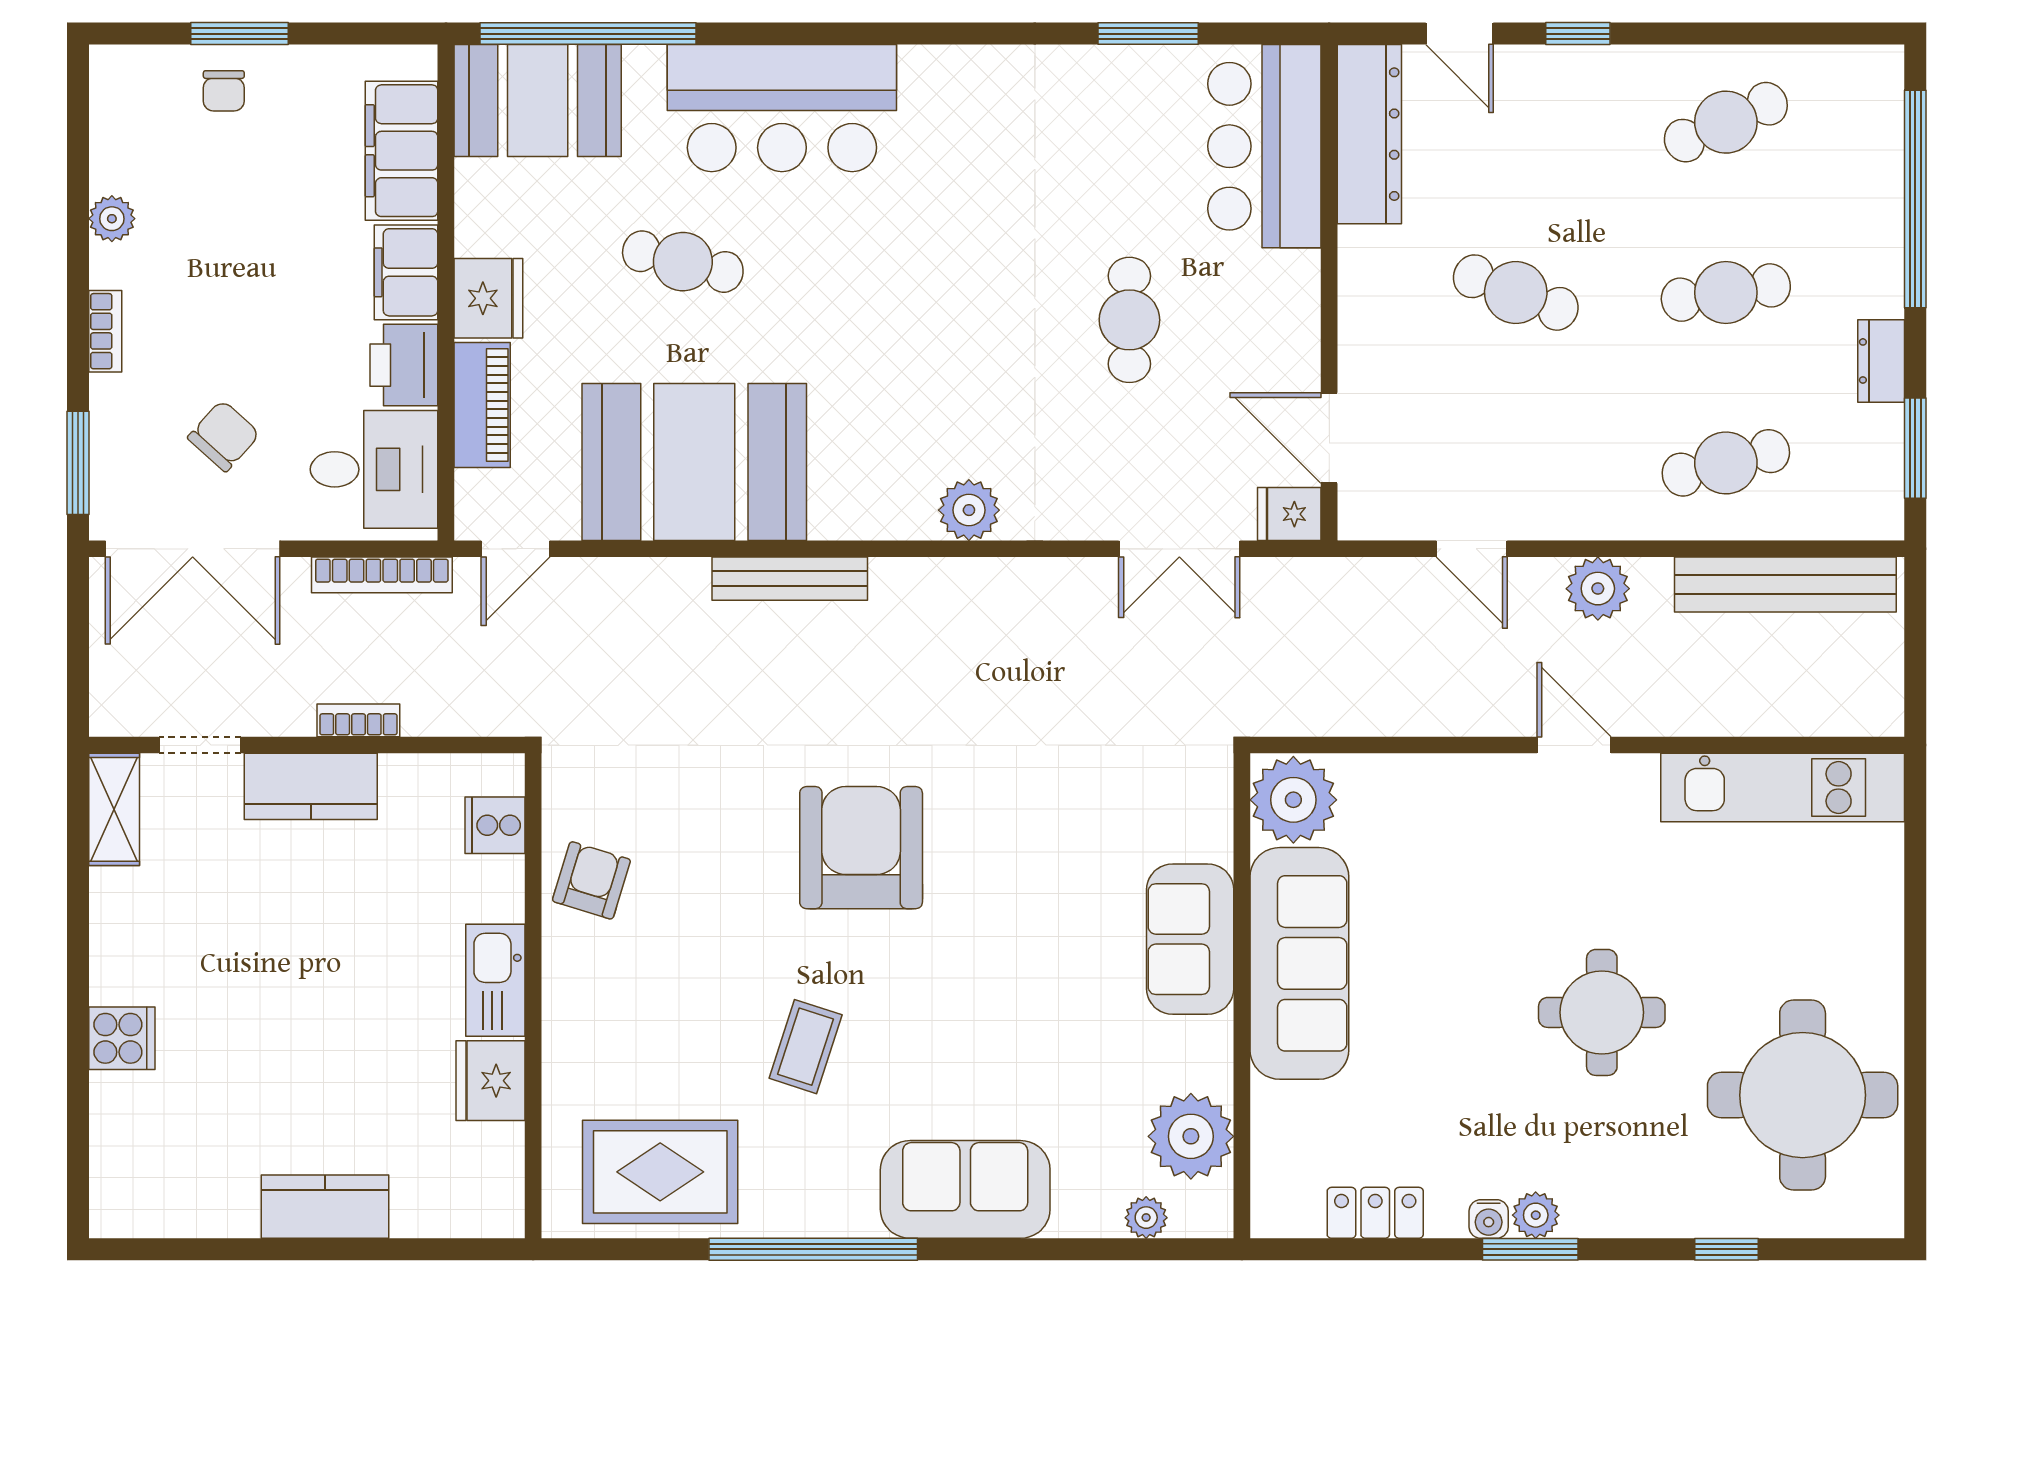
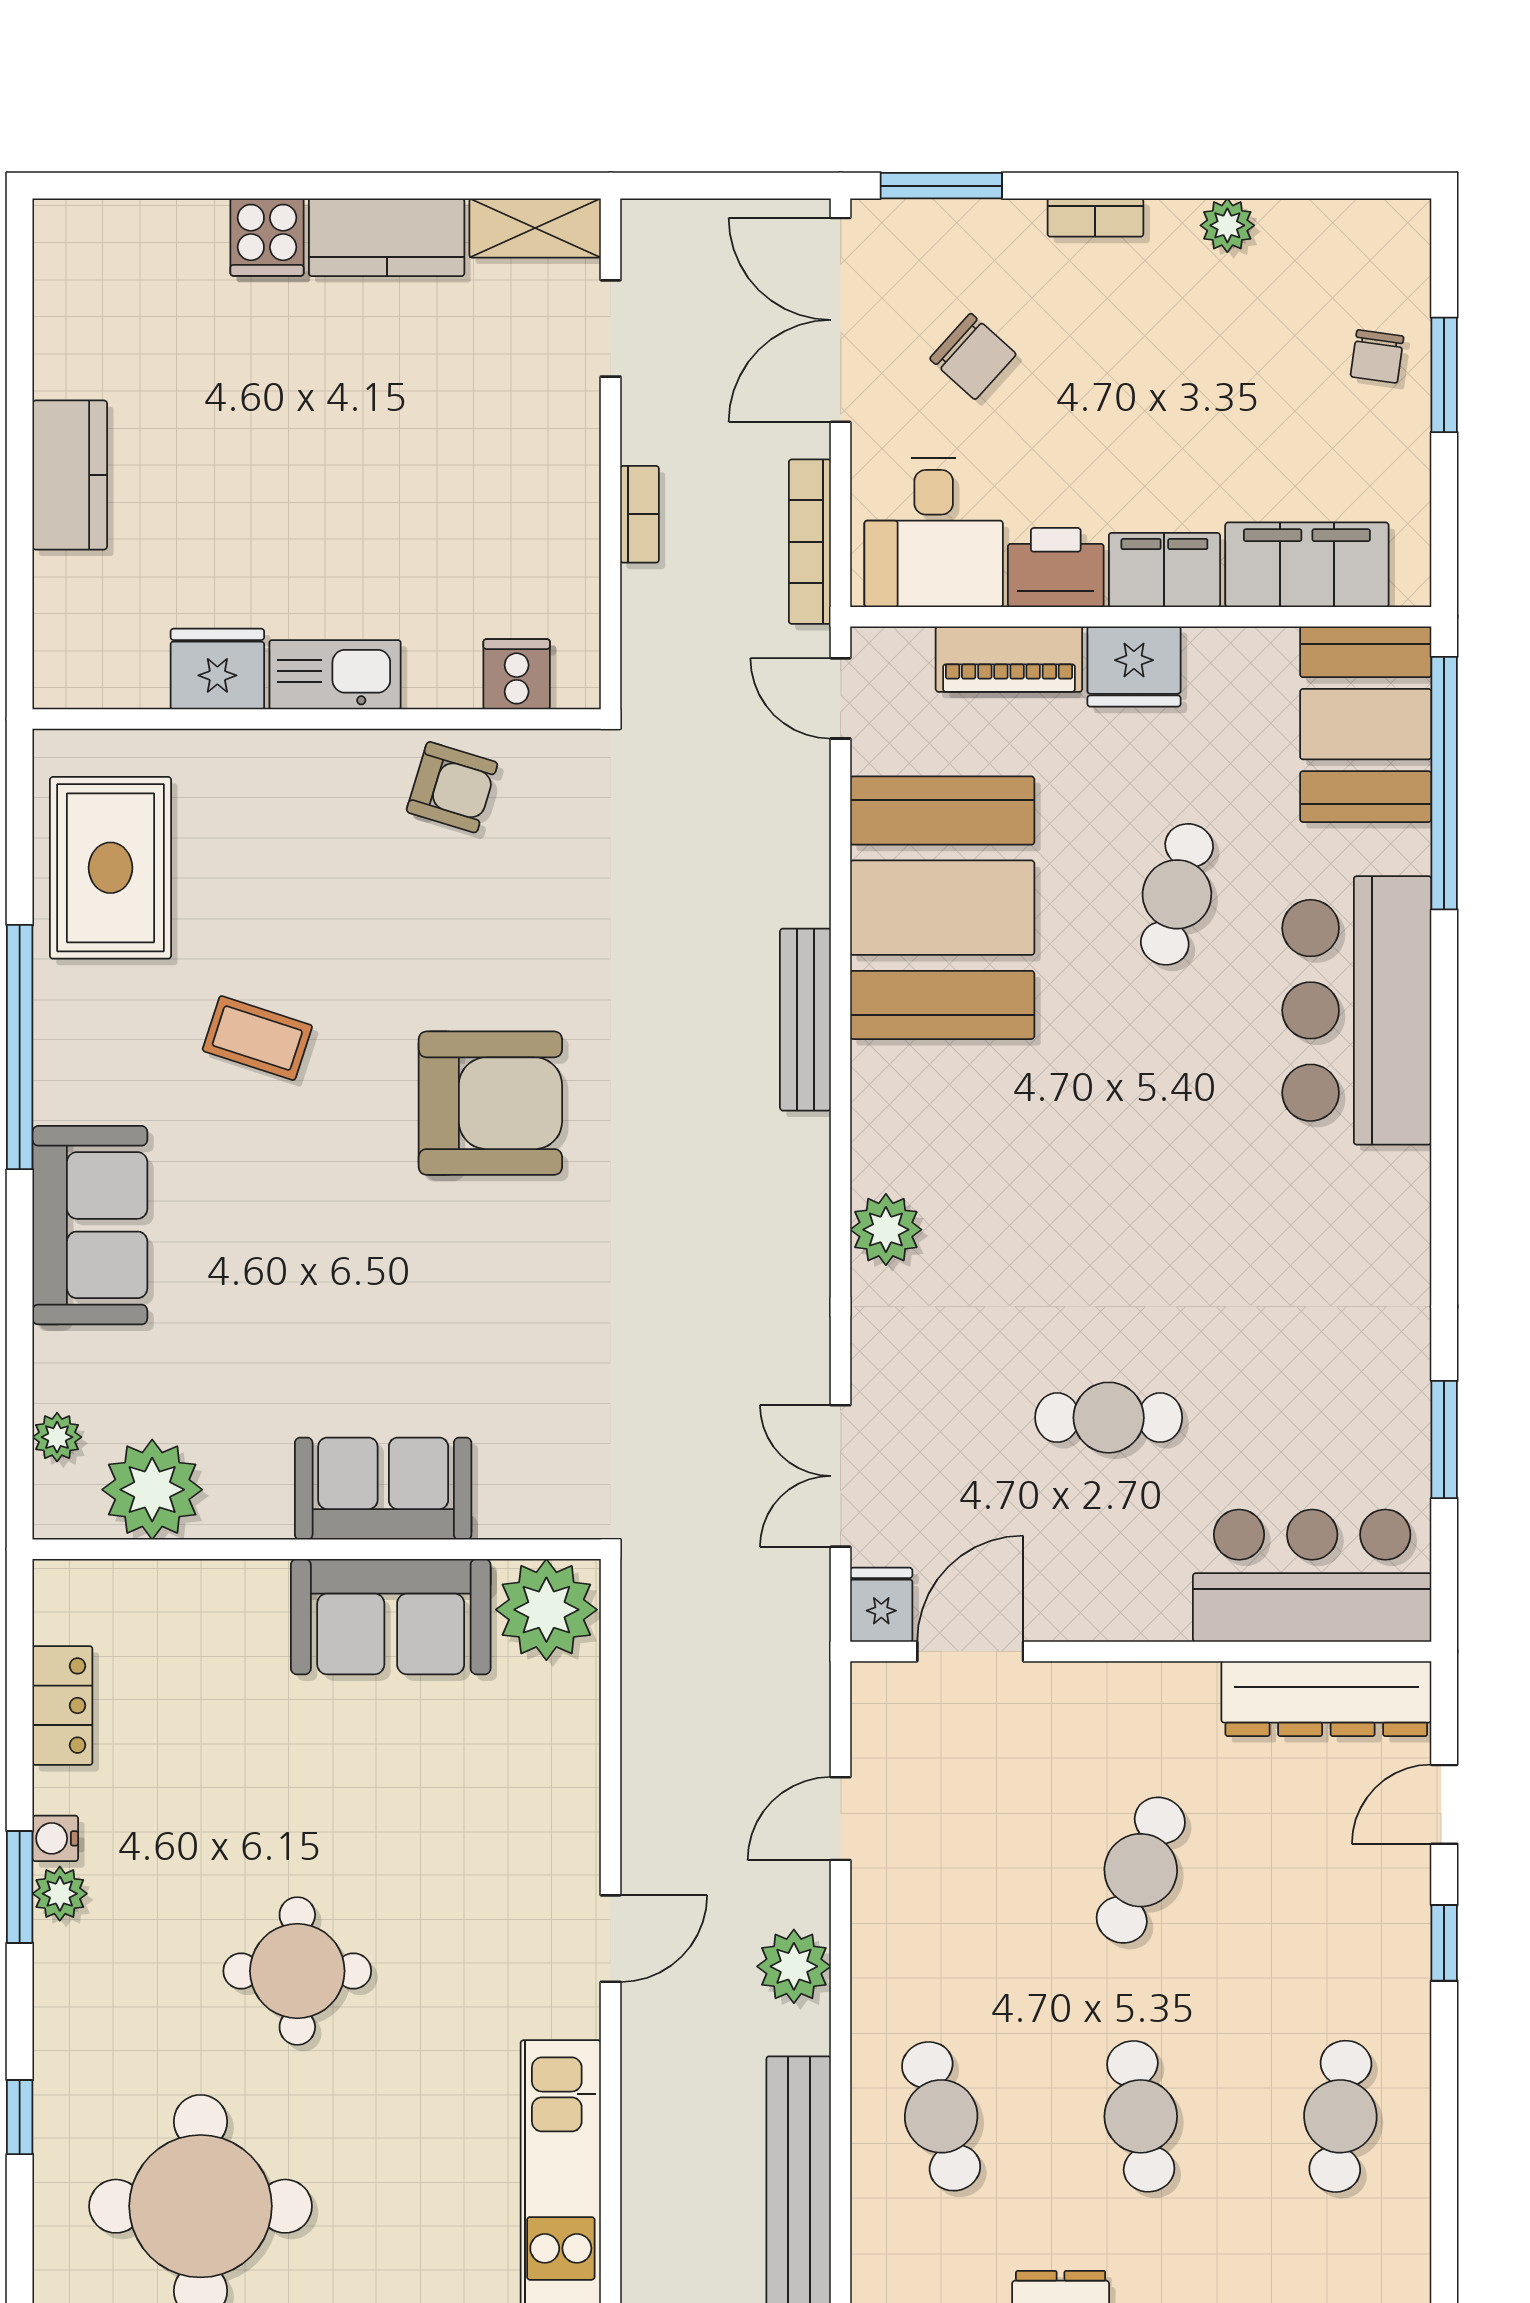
chair: (224, 91) -> (1377, 356), turned -82
cafe table: (1726, 122) -> (1340, 2116), turned 30
kitchen counter: (311, 786) -> (387, 237), moved, turned -90
sofa: (1299, 963) -> (391, 1617), width x0.73

